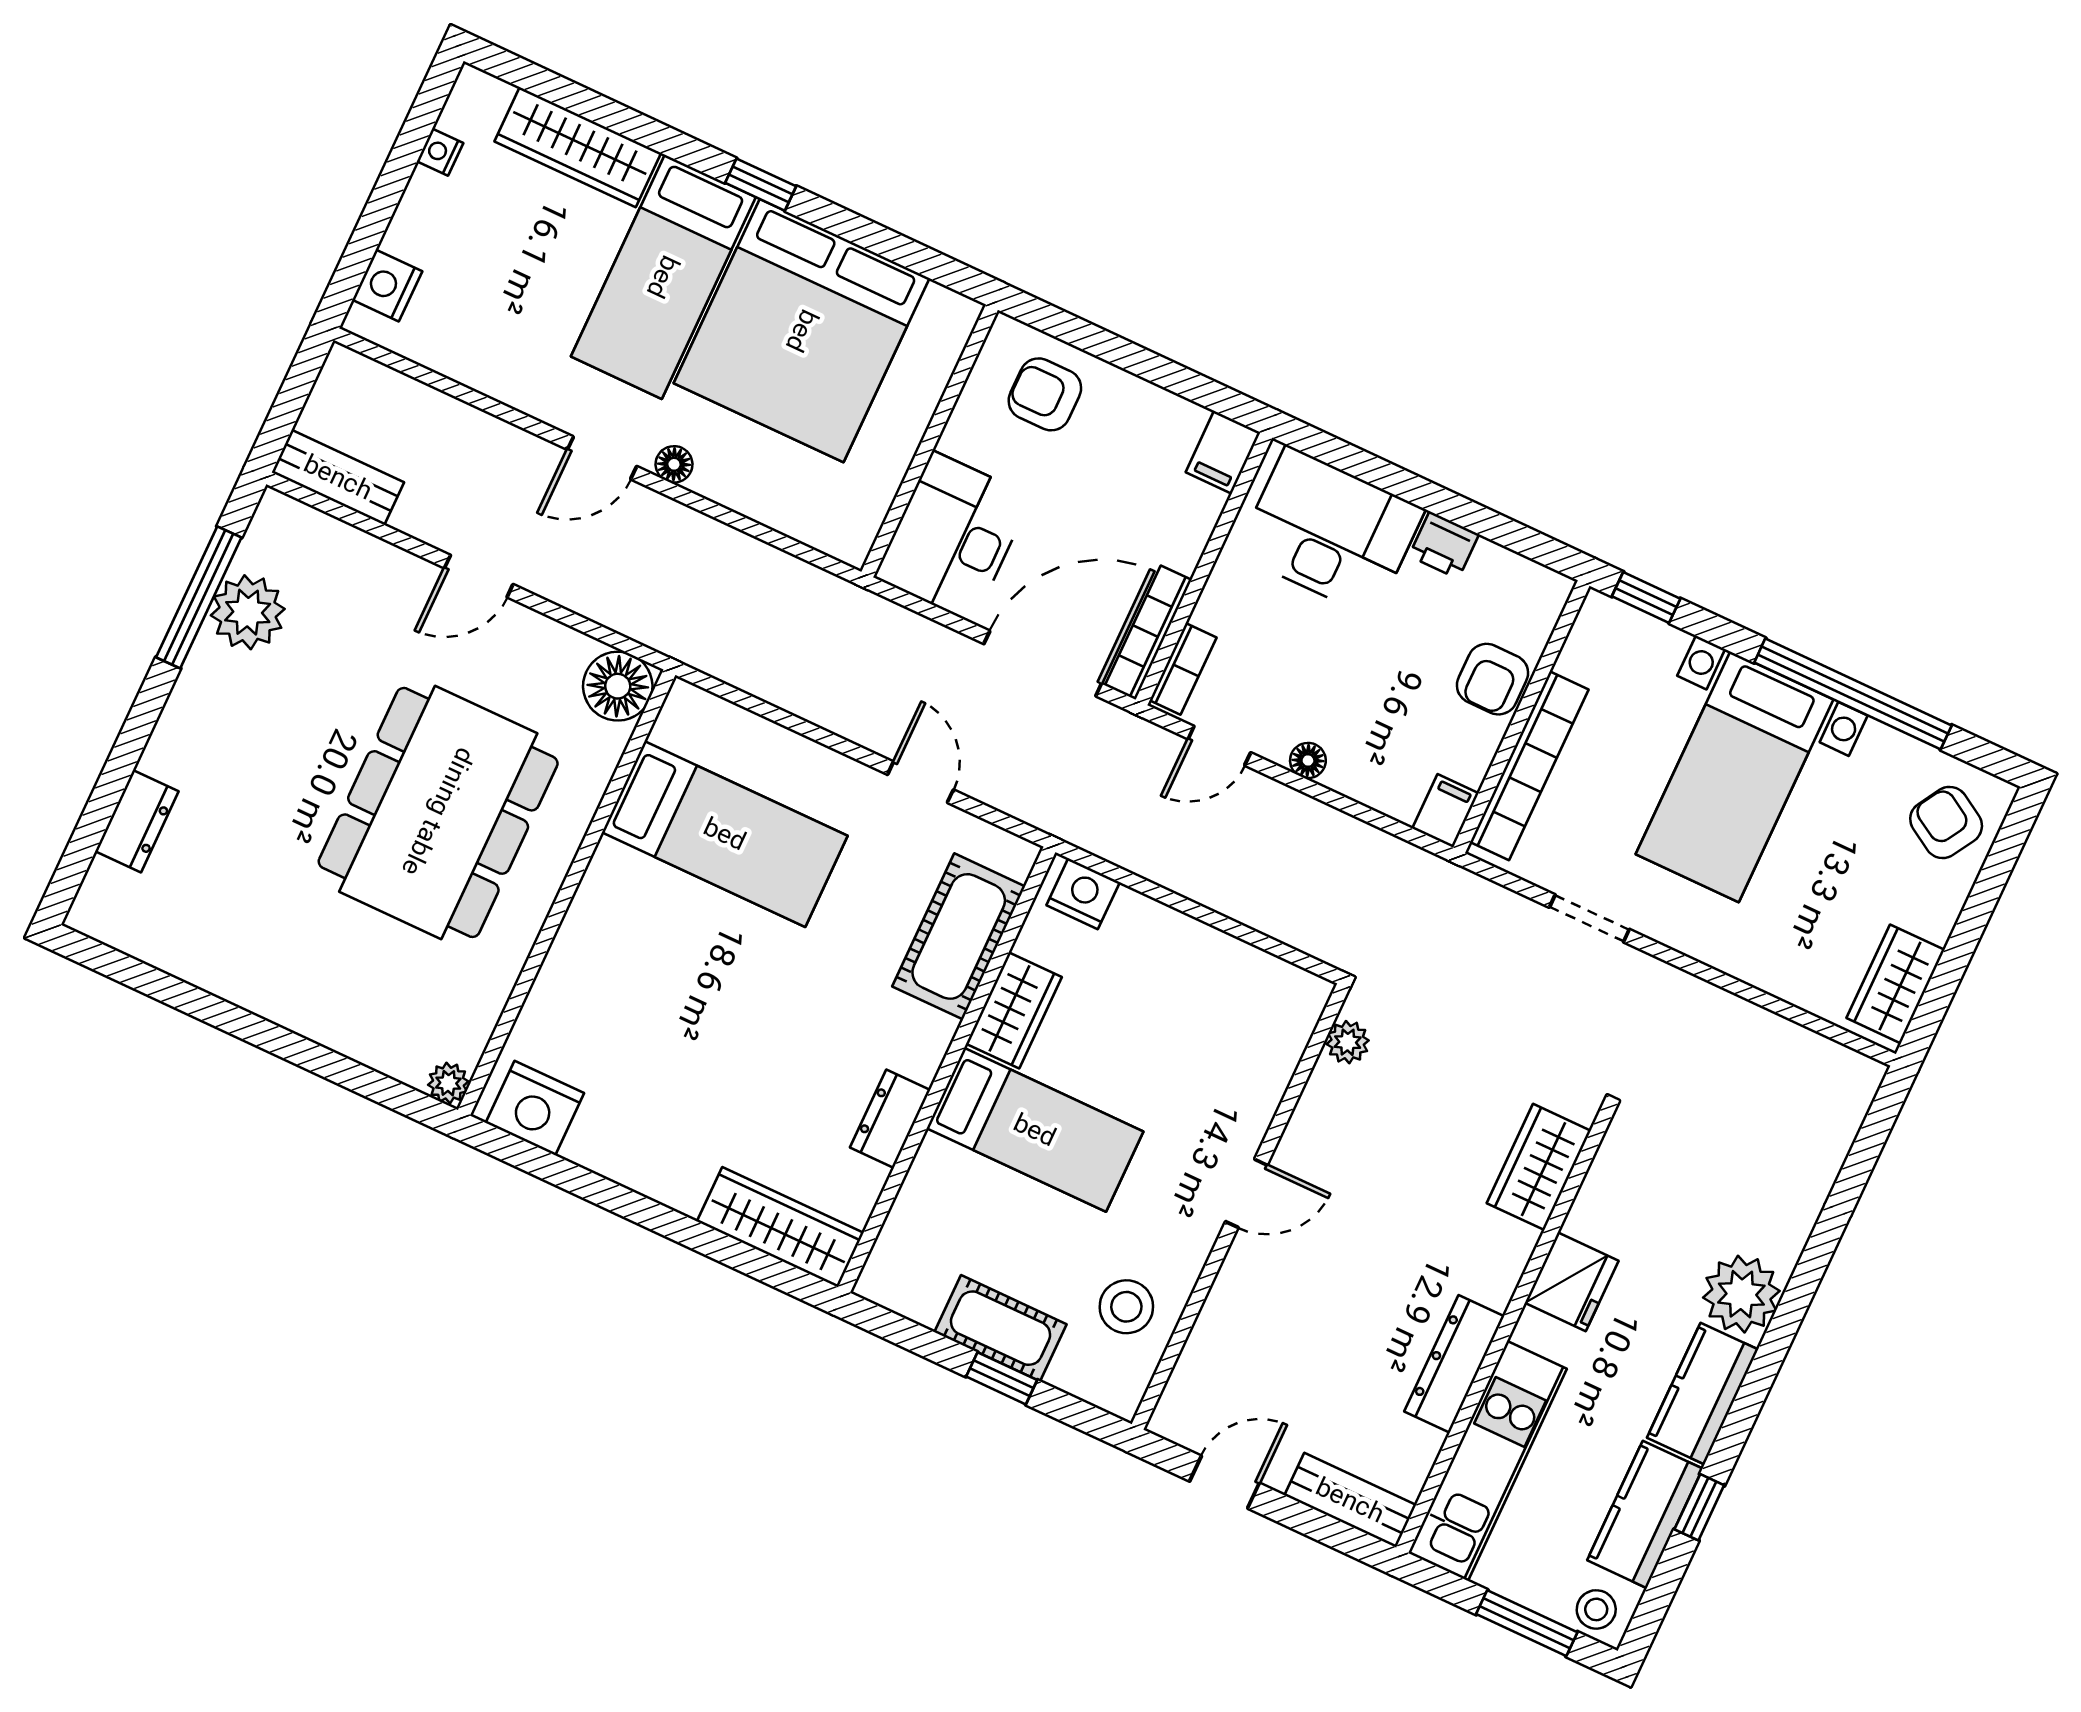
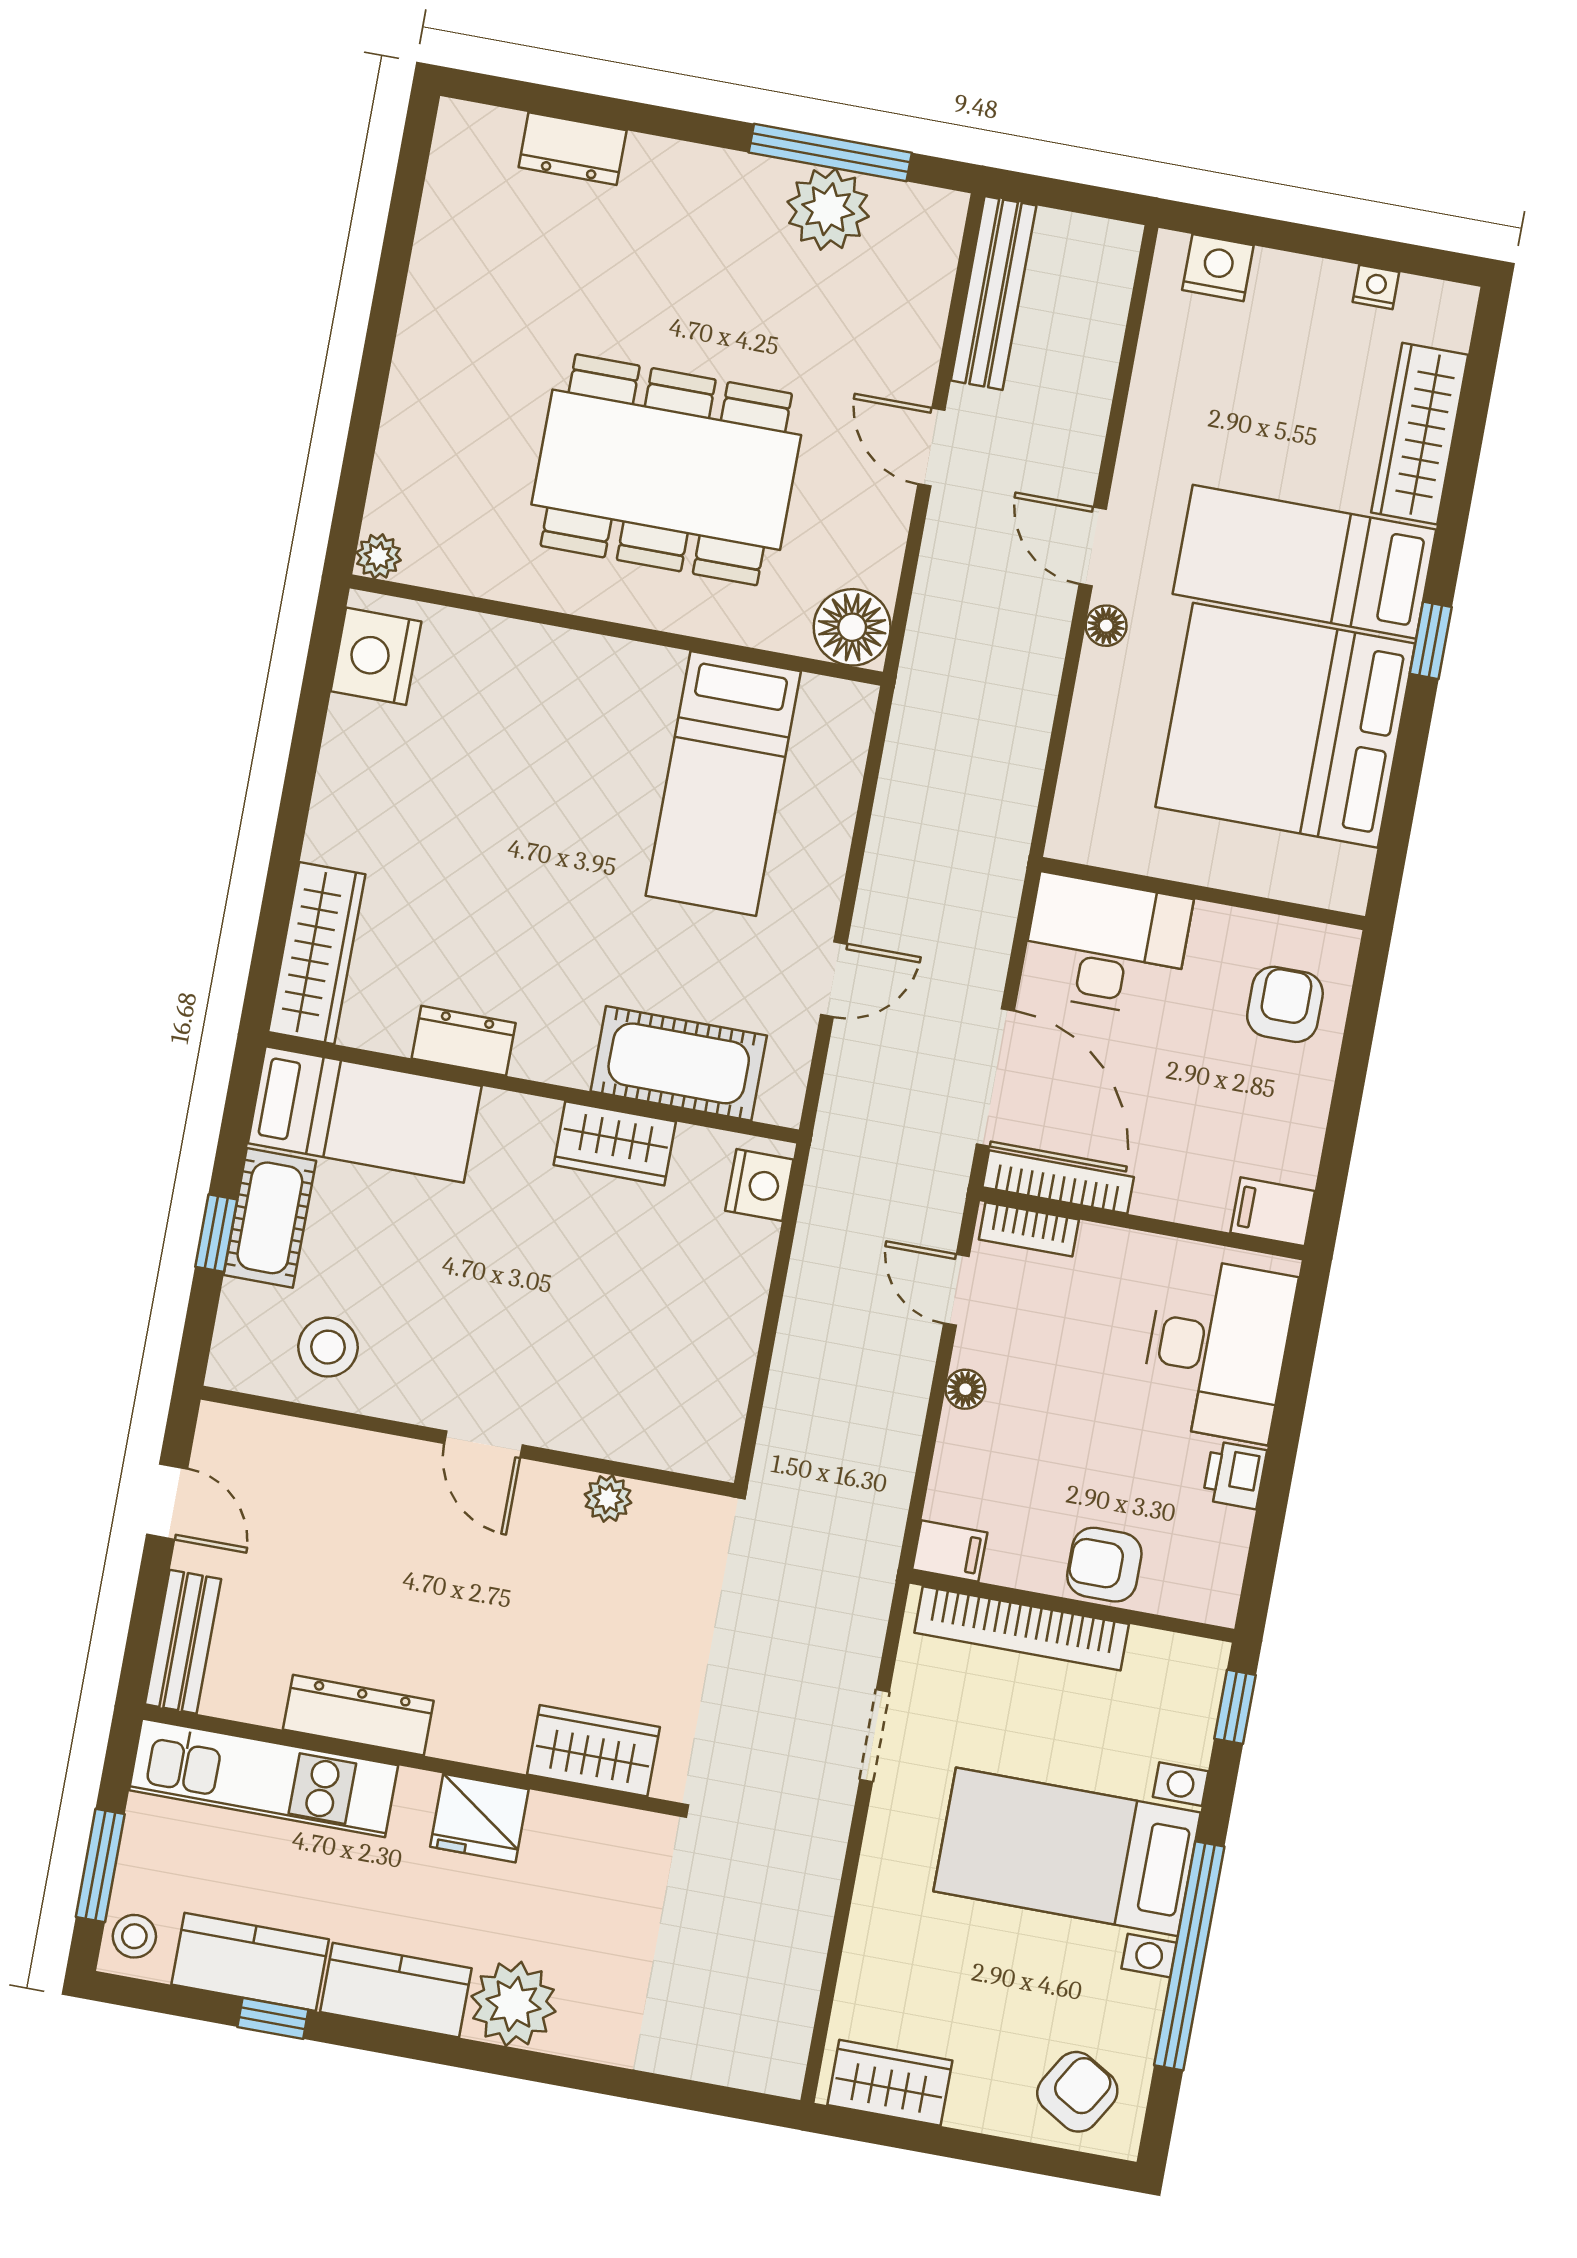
bench: (338, 477) -> (994, 293), width x1.36
plant: (1348, 1042) -> (608, 1499), moved
bed: (1035, 1130) -> (365, 1115), moved, turned -90

